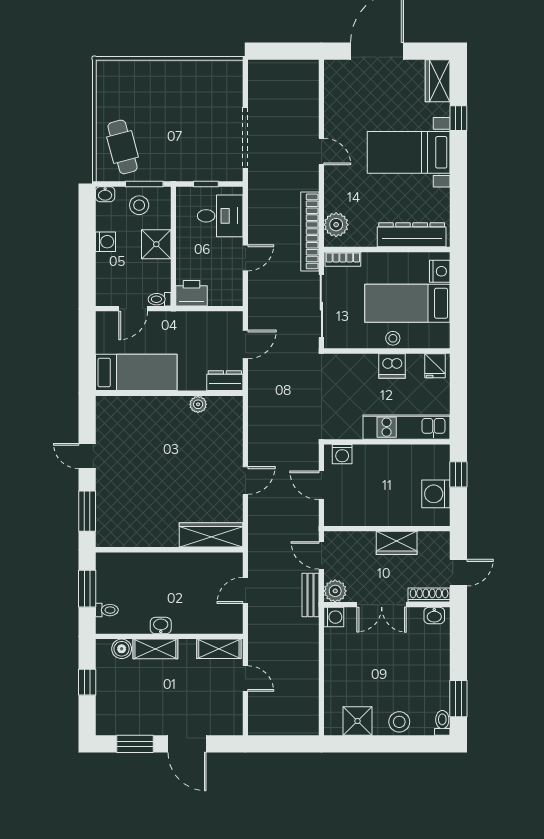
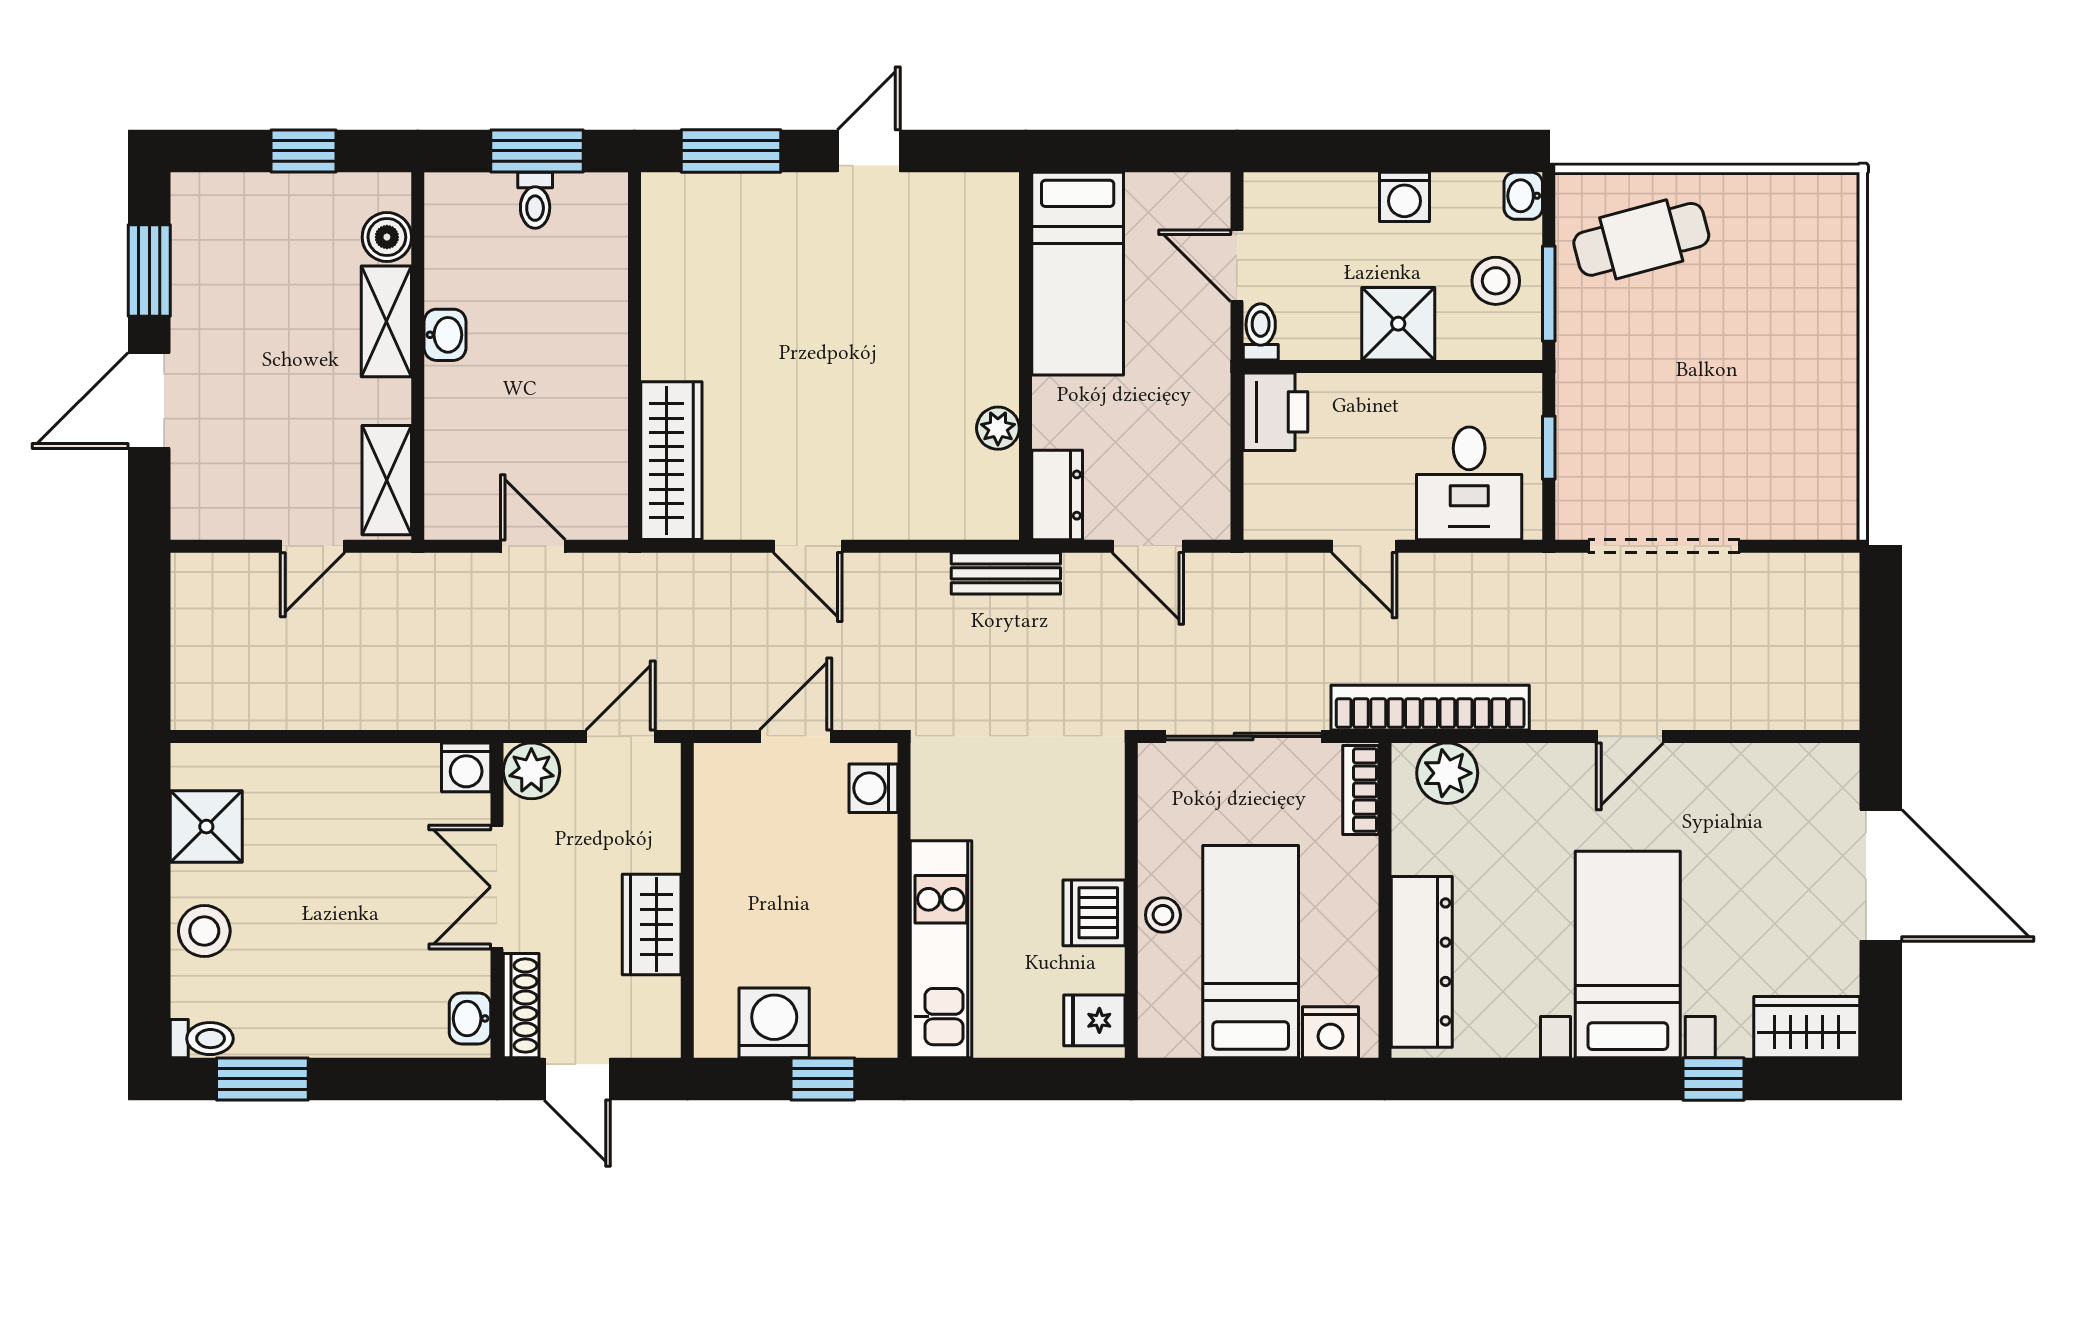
bench: (311, 595) -> (1006, 573), moved
toilet: (107, 610) -> (535, 200), moved

